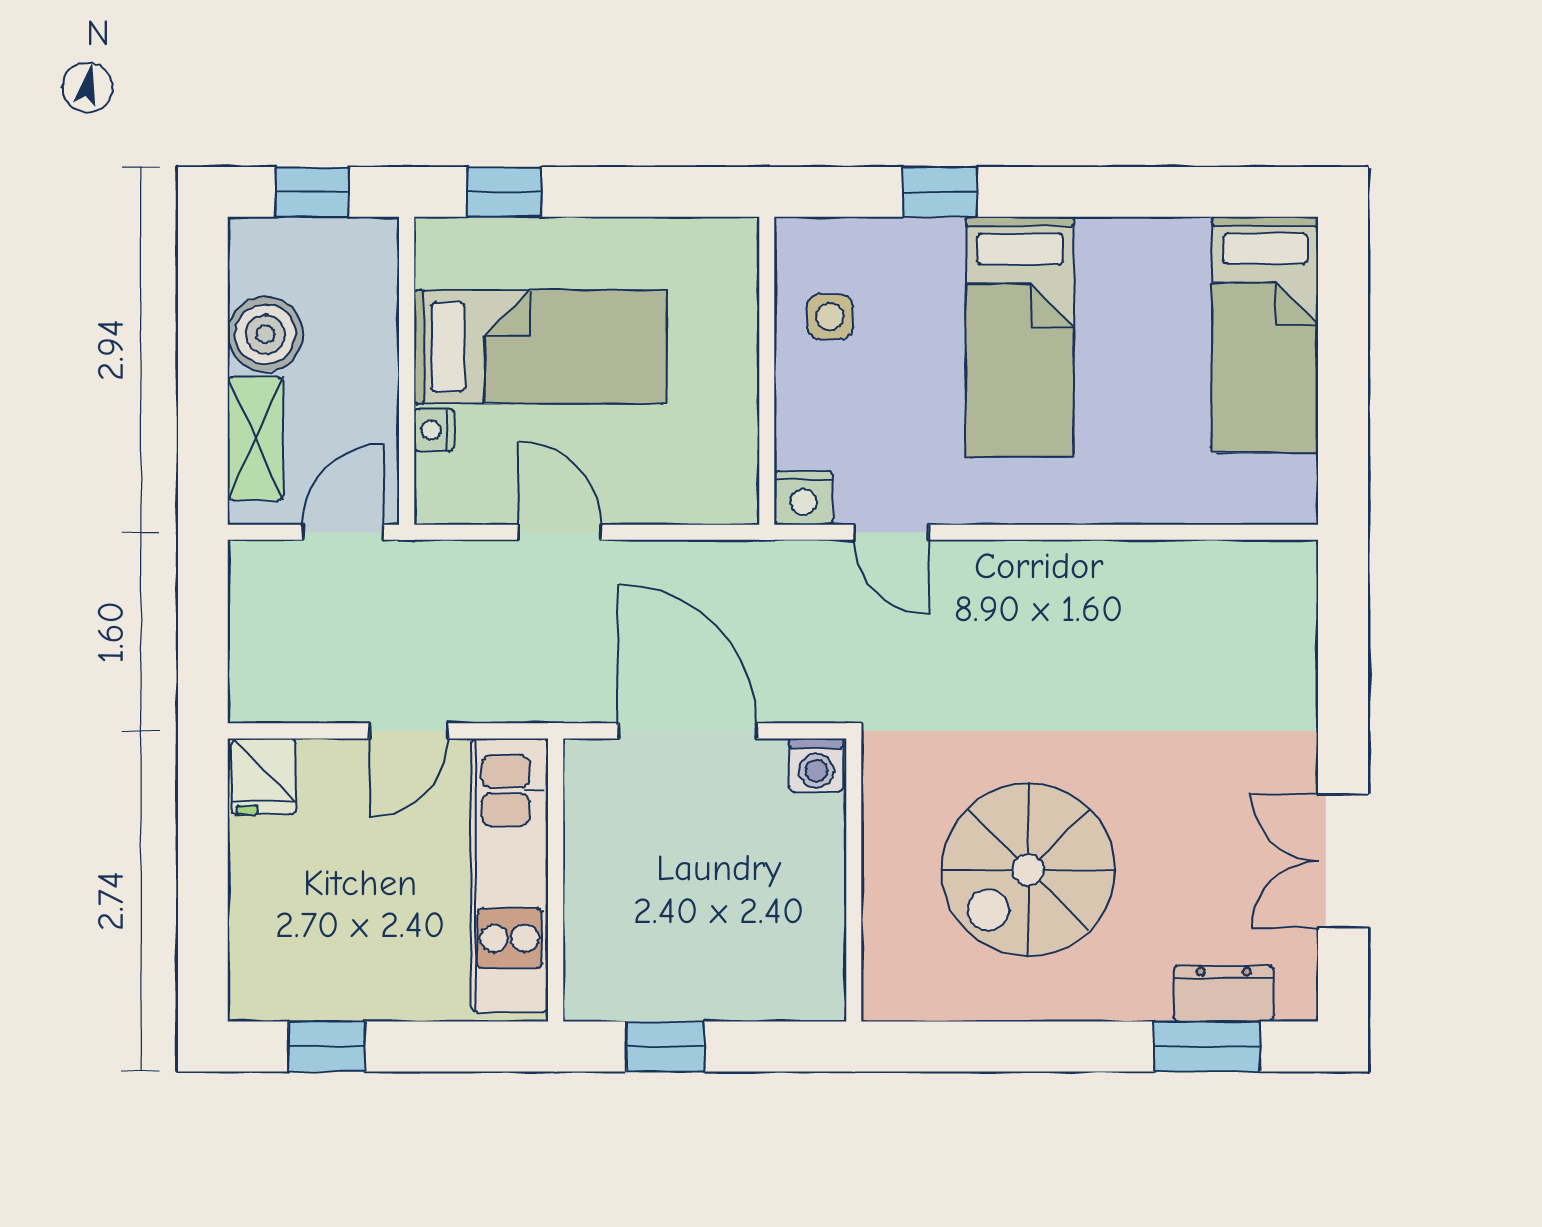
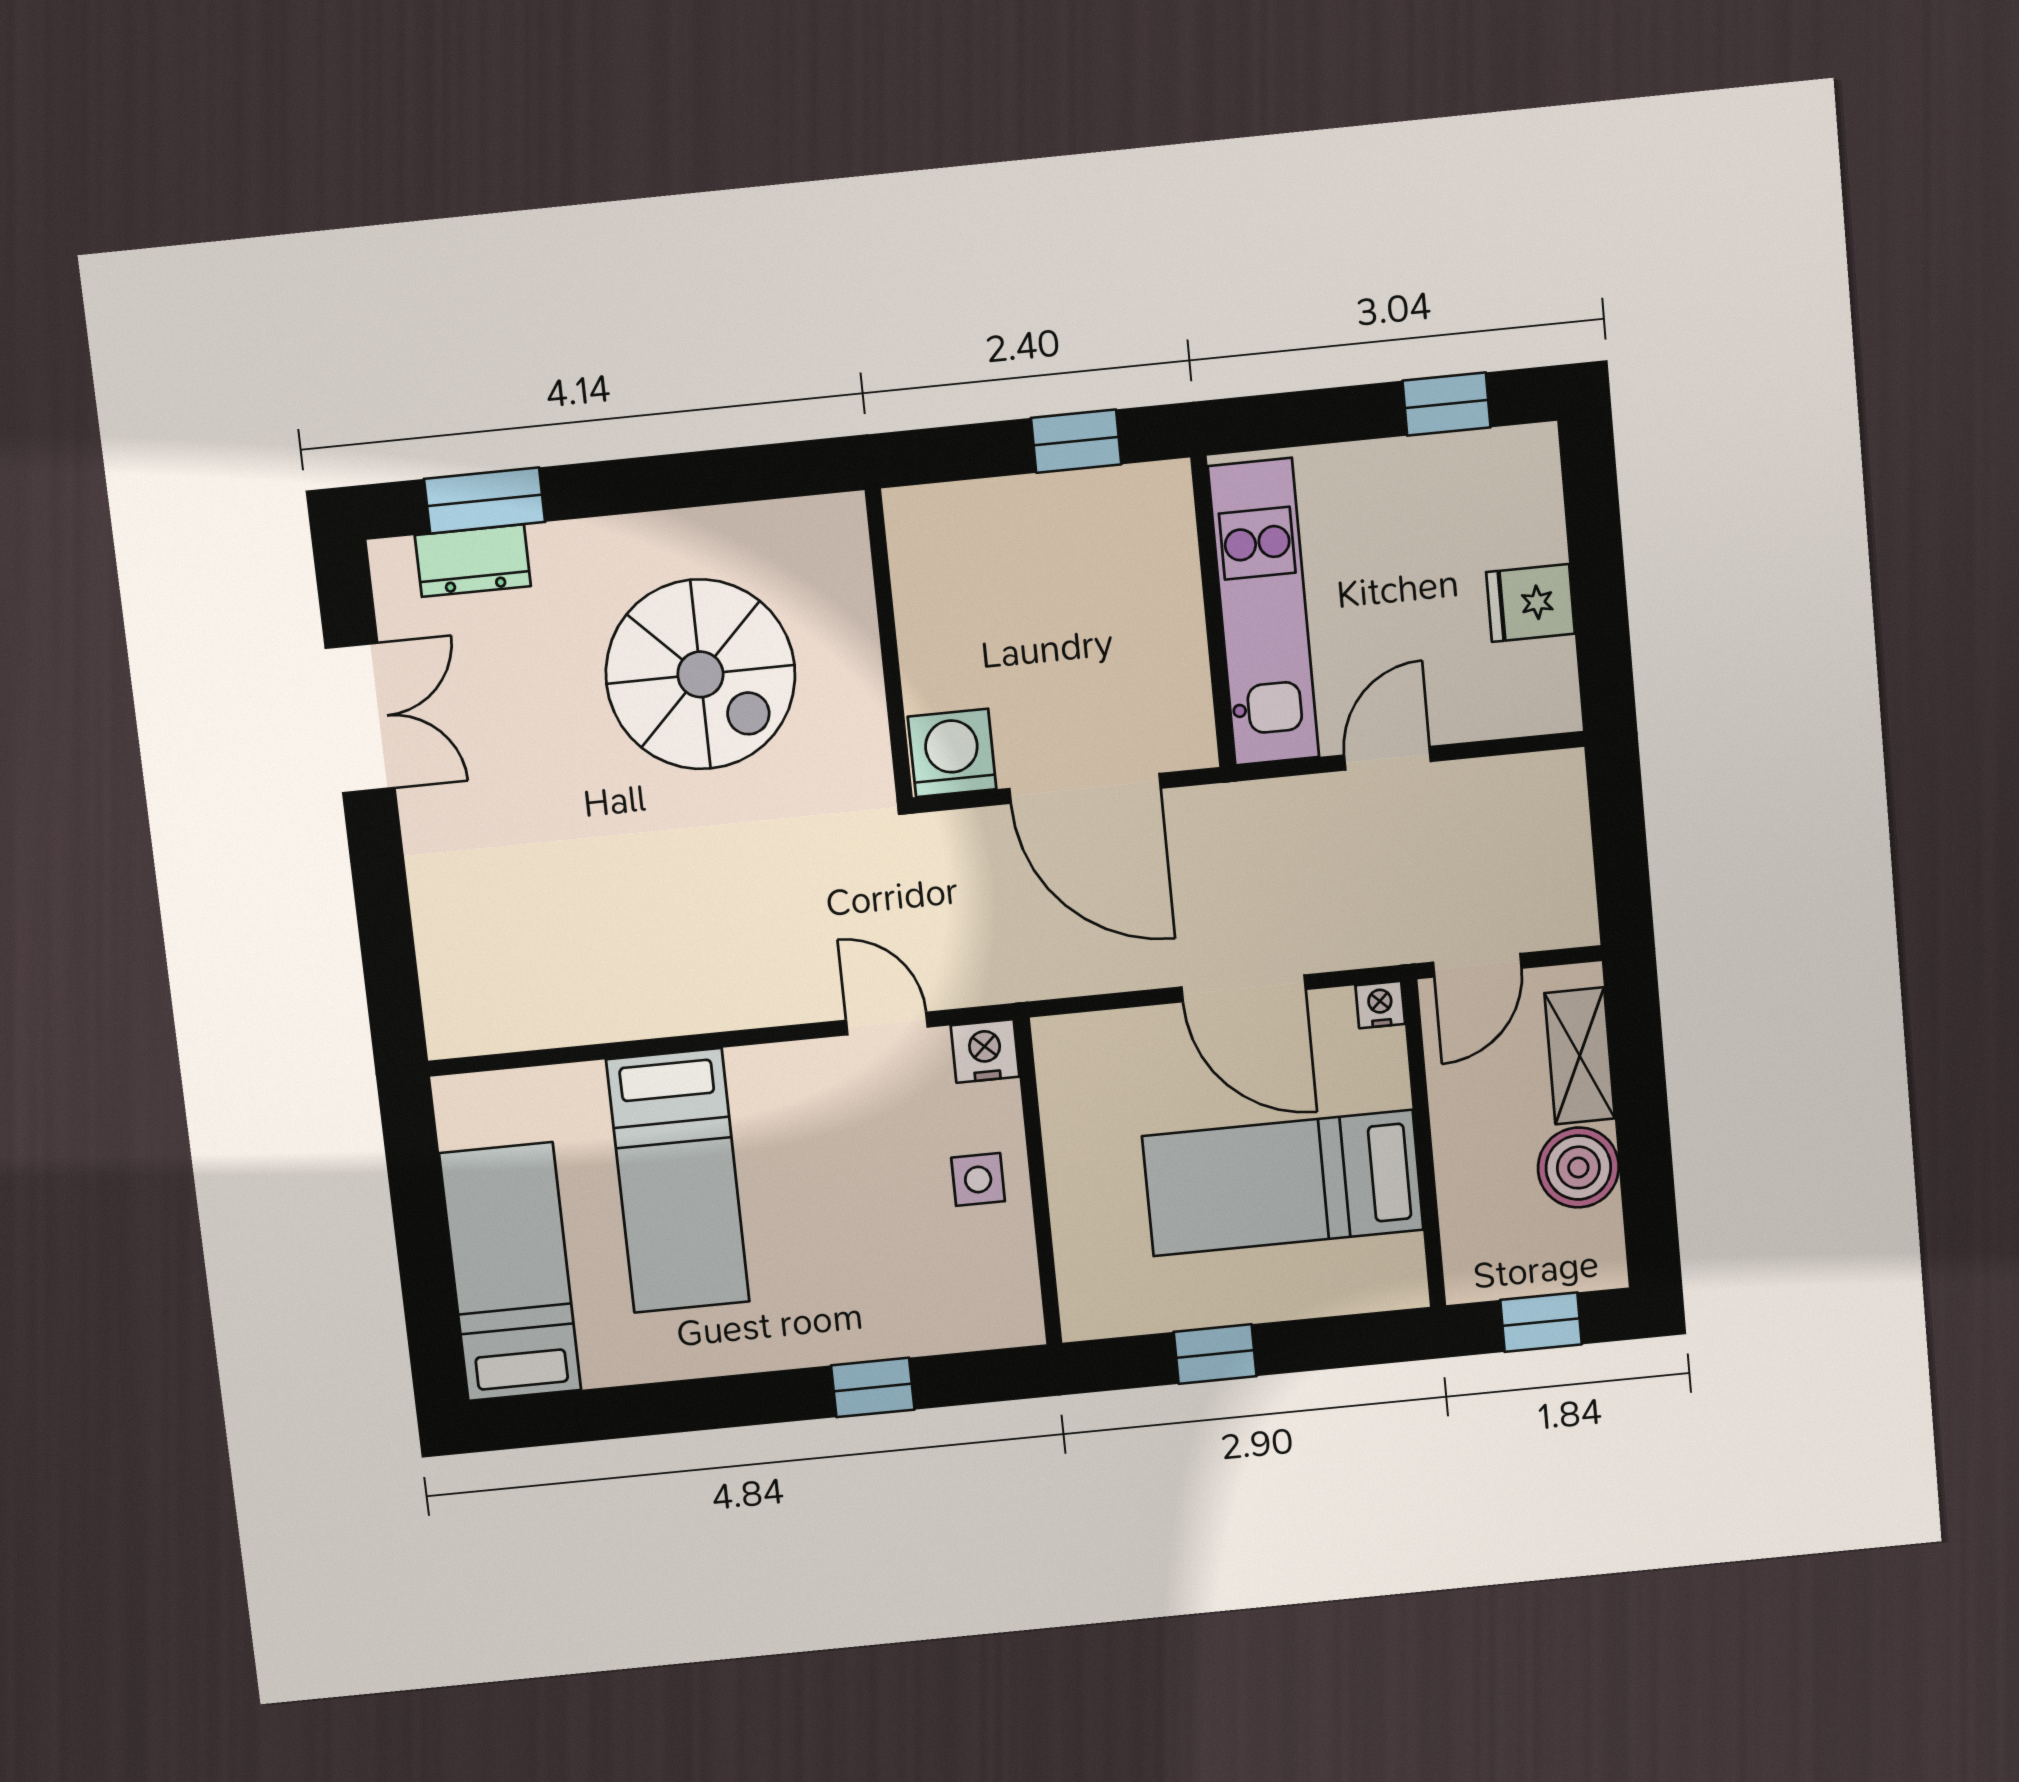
window: (504, 192) -> (1215, 1354), moved
side table: (830, 317) -> (978, 1179), moved
bed: (1020, 337) -> (678, 1181), moved, turned 180
nightstand: (434, 430) -> (1380, 1005), moved, turned -90
door: (560, 532) -> (1244, 988), width x1.38
washing machine: (816, 765) -> (952, 753), width x1.38, depth x1.38
fridge: (264, 777) -> (1531, 603), moved, turned -90
spiral stairs: (1028, 870) -> (700, 674), turned 90

